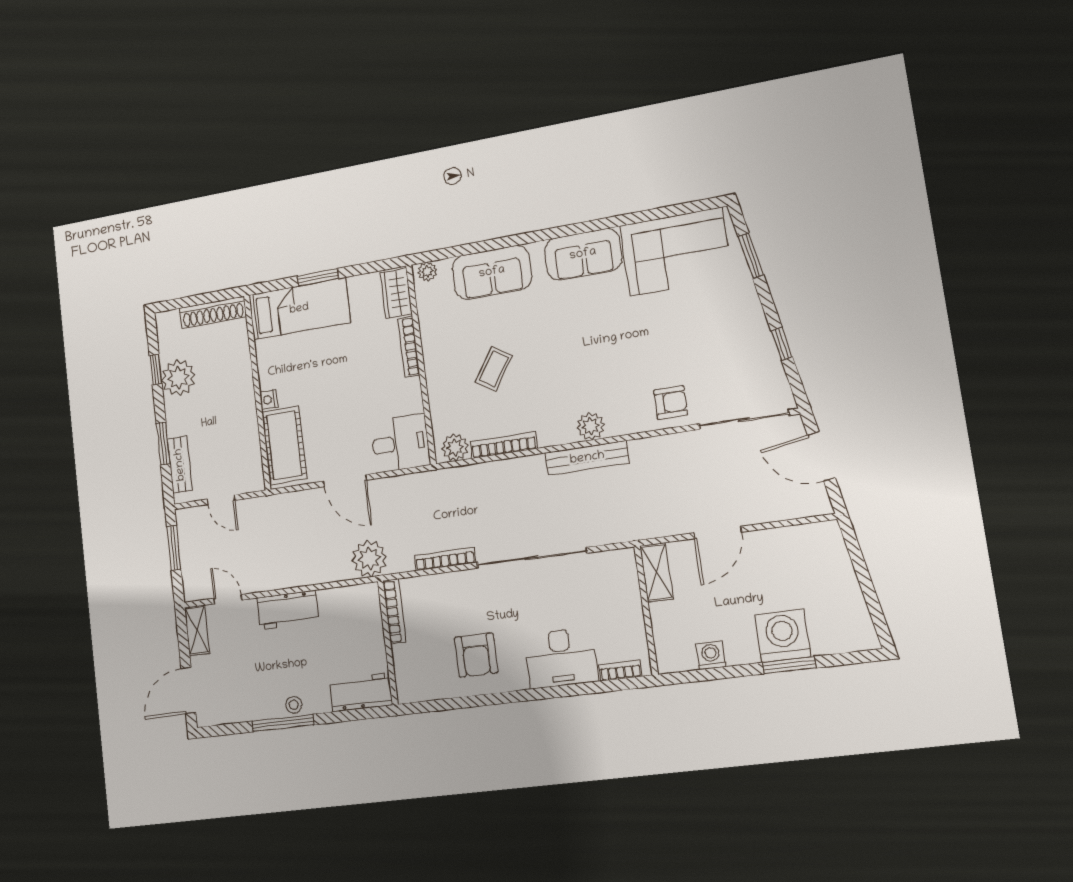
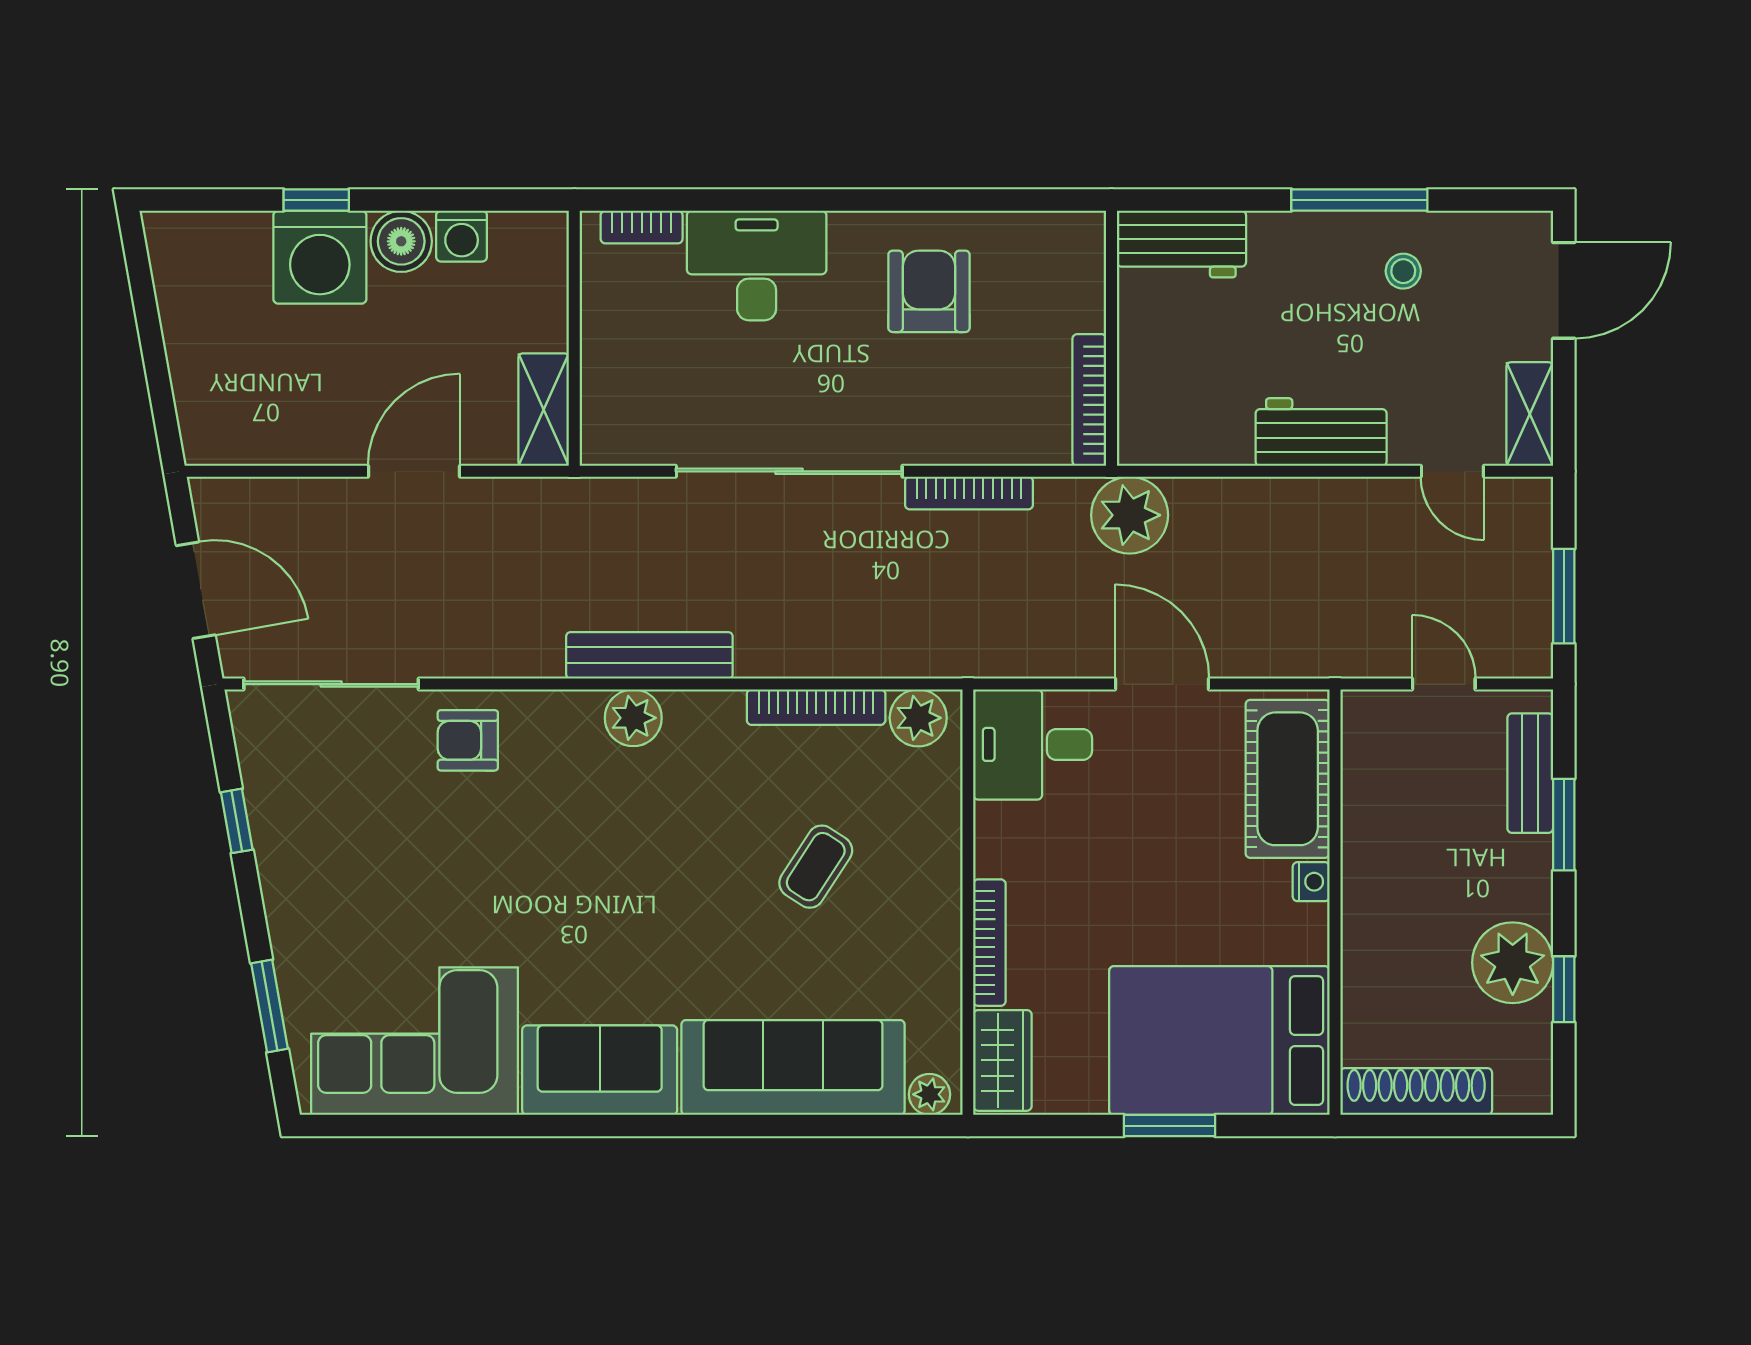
sofa: (492, 272) -> (793, 1067), width x1.36
bed: (299, 309) -> (1219, 1041), width x1.50
boiler: (742, 649) -> (401, 241), added
window: (789, 665) -> (316, 200), width x0.67
stool: (294, 705) -> (1403, 271), moved

